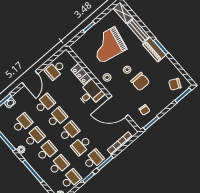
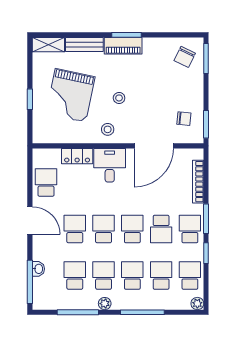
school desk: (55, 70) -> (46, 183), turned 180
chair: (140, 82) -> (146, 95), removed

